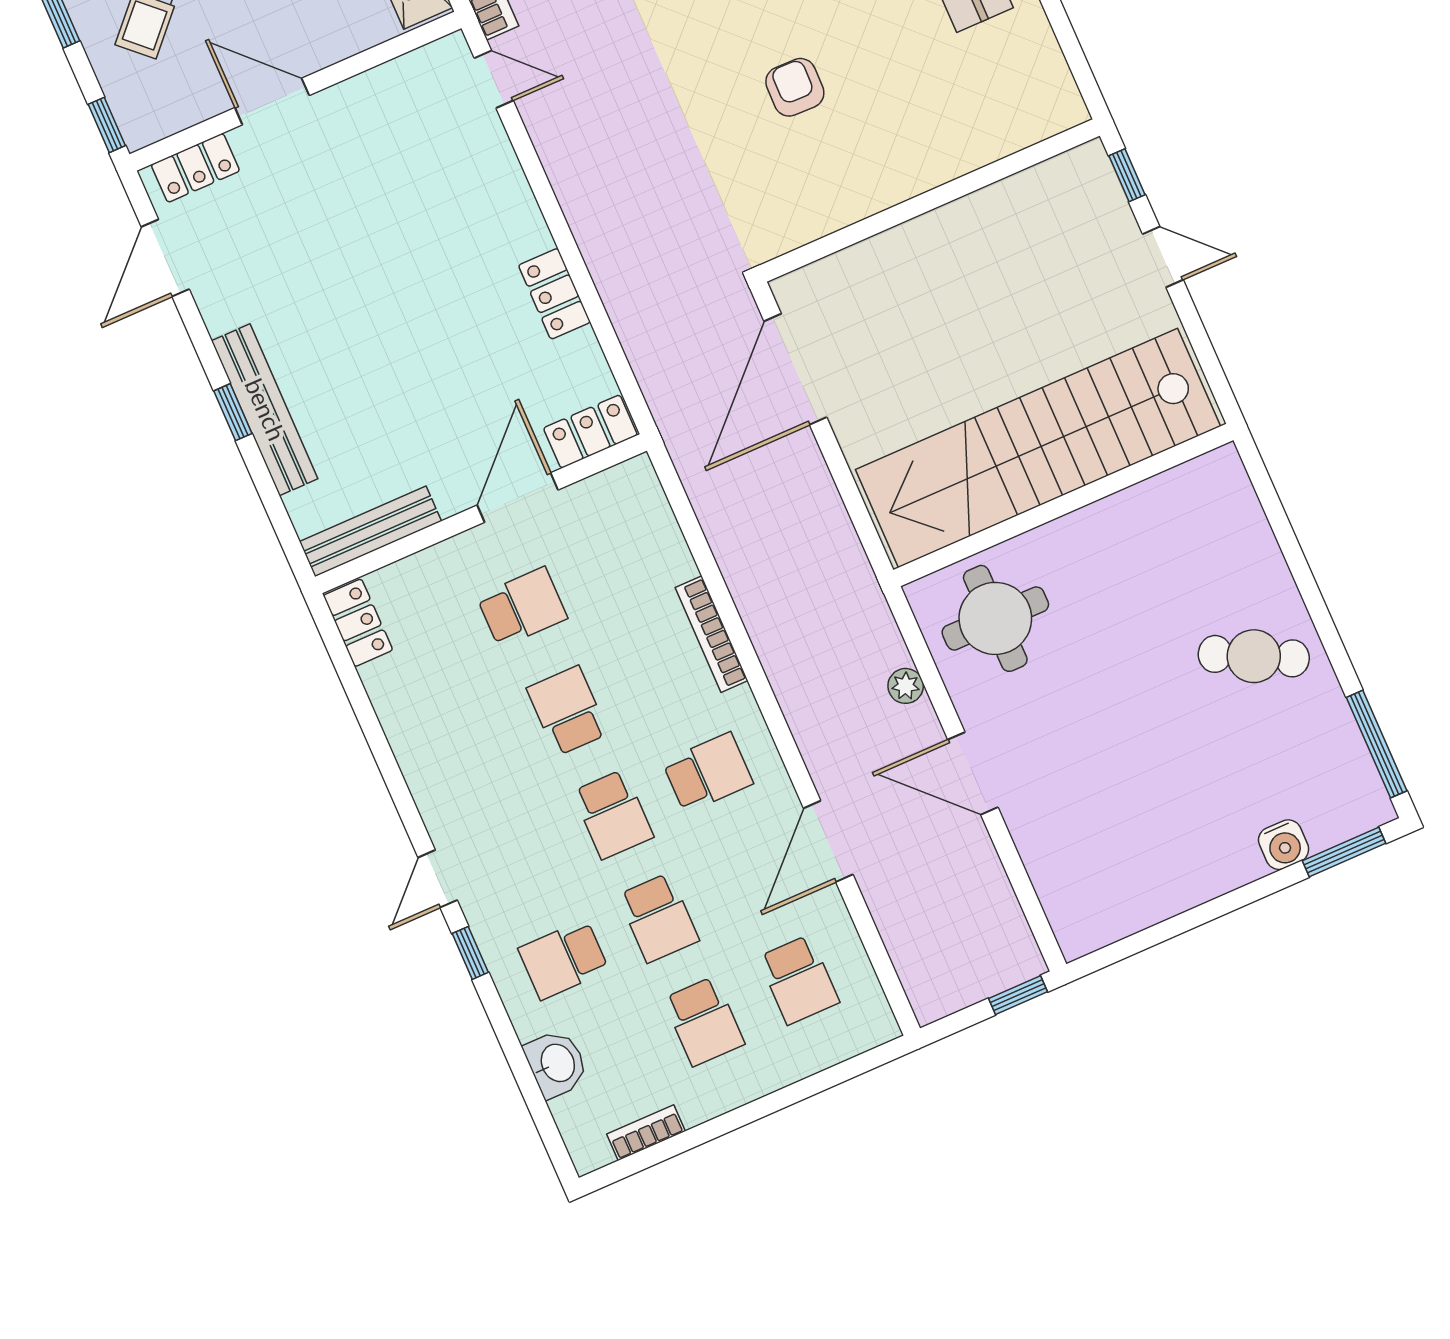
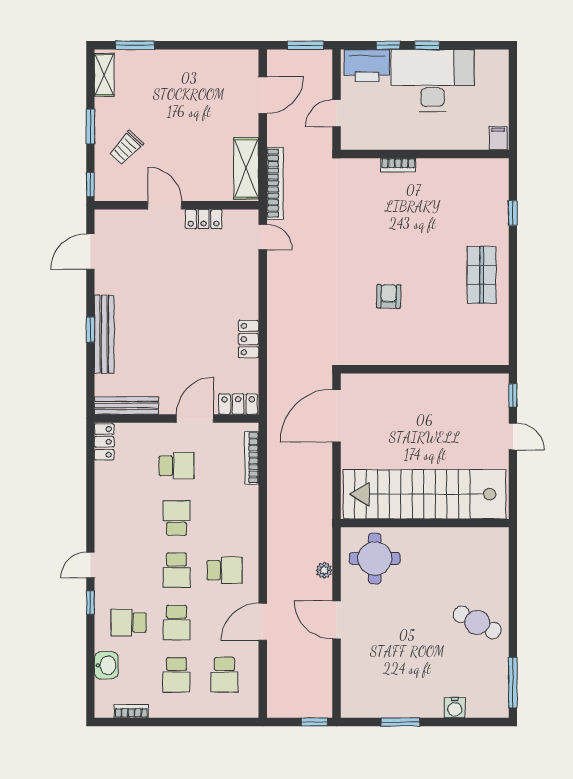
locker: (195, 168) -> (204, 219), moved
bookcase: (712, 634) -> (252, 458), moved
window: (1344, 852) -> (400, 722), moved

